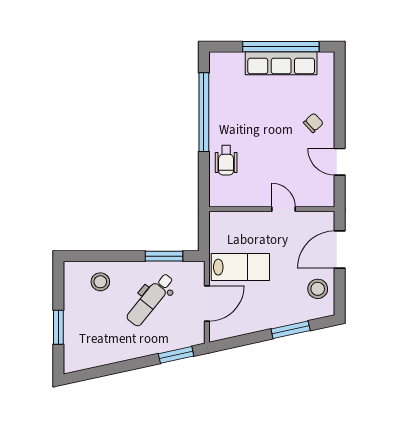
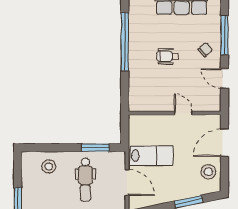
window: (340, 103) -> (224, 35), added
wheelchair: (226, 160) -> (168, 56), moved, turned 90
dental chair: (150, 300) -> (85, 180), turned -39
door: (207, 304) -> (127, 183), hinge flipped

